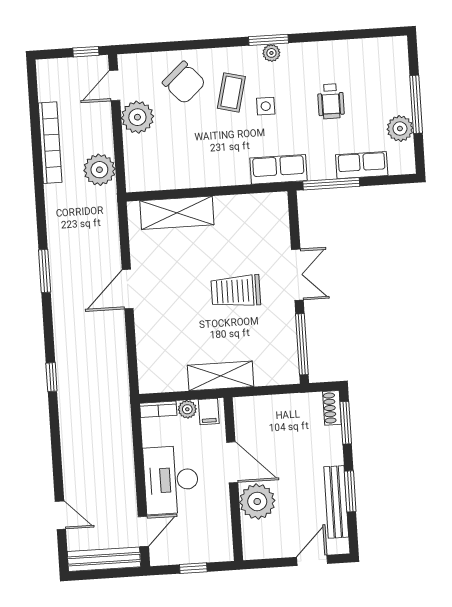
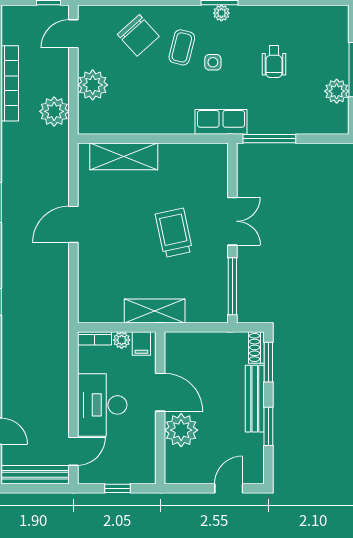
plant: (137, 117) -> (93, 85), moved
row of seats: (362, 165) -> (299, 123), removed
trolley: (236, 291) -> (174, 233), turned 78
bench: (336, 502) -> (255, 399), moved

